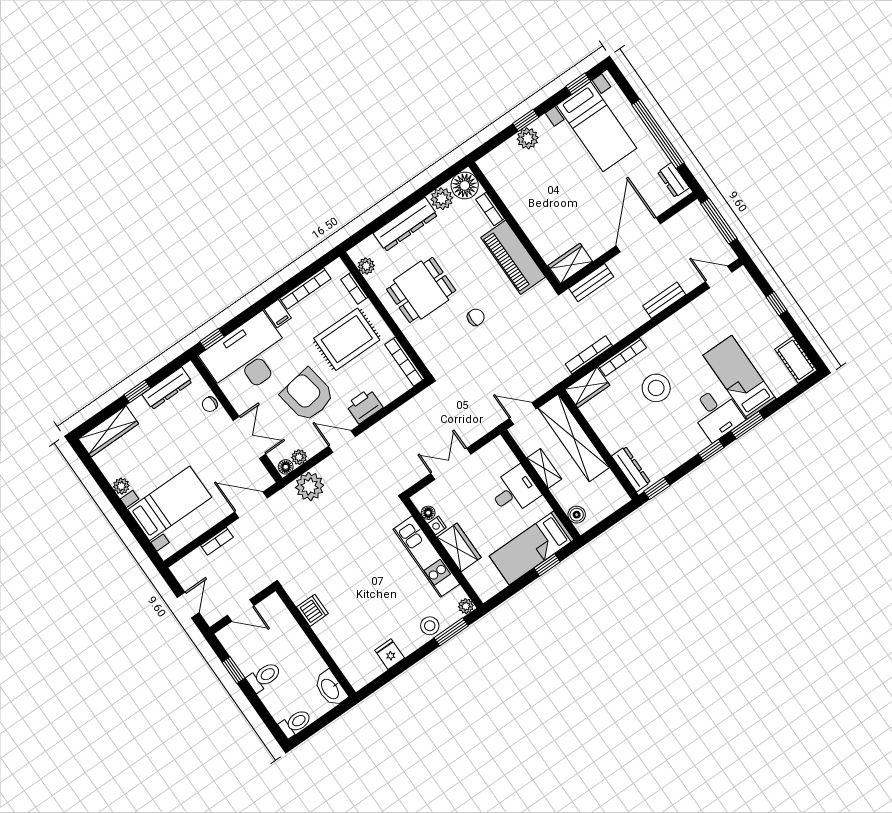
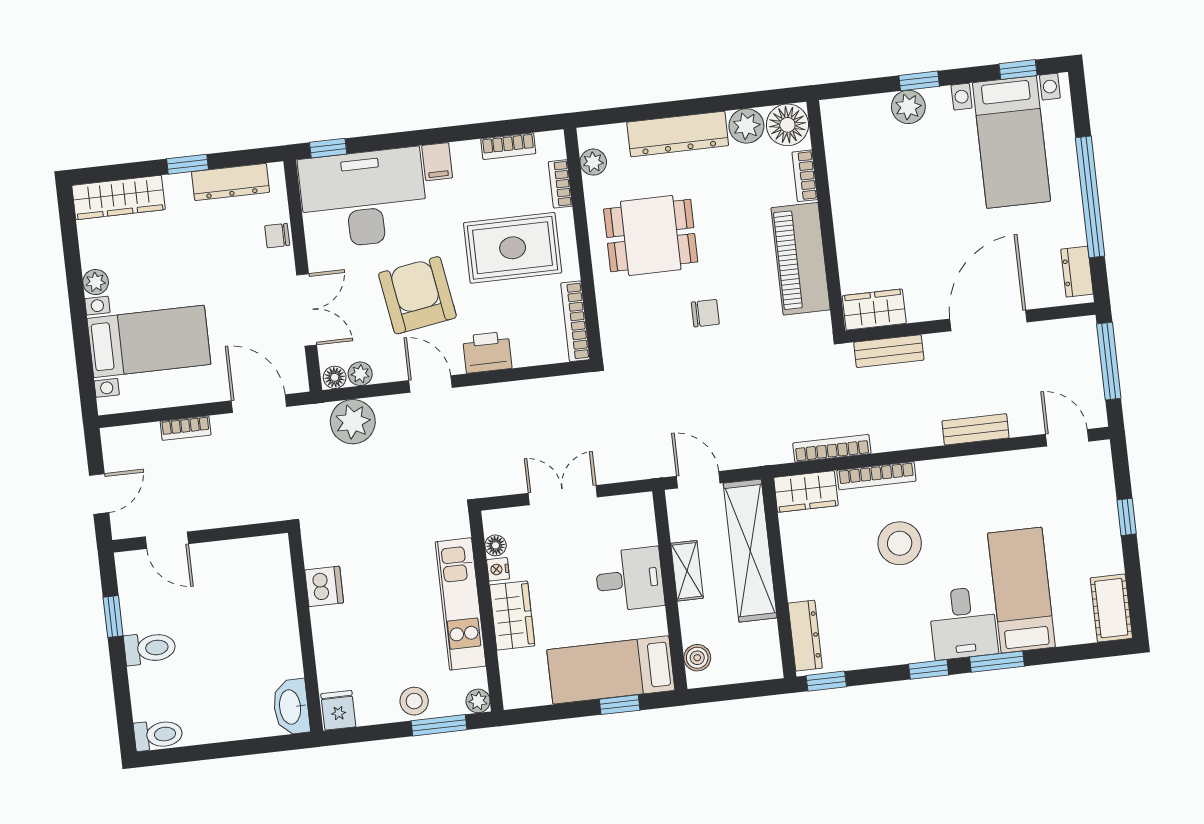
bookcase: (305, 289) -> (508, 146), width x0.64
dishwasher: (312, 610) -> (324, 586), moved
wall: (316, 642) -> (306, 632), moved
washbasin: (330, 689) -> (291, 707), moved

